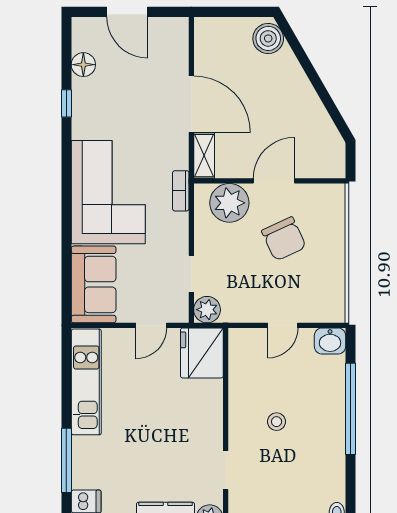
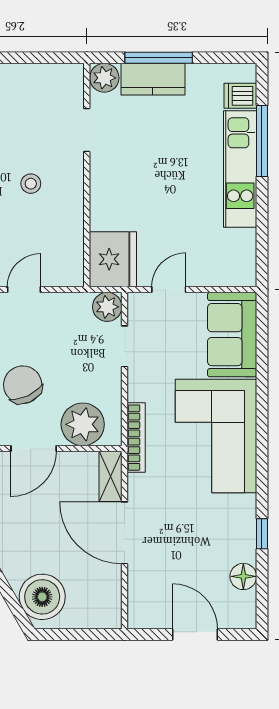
boiler: (268, 38) -> (42, 597), width x1.37, depth x1.37
bookcase: (181, 191) -> (136, 438), width x1.56
kitchen unit: (86, 382) -> (240, 169), moved

